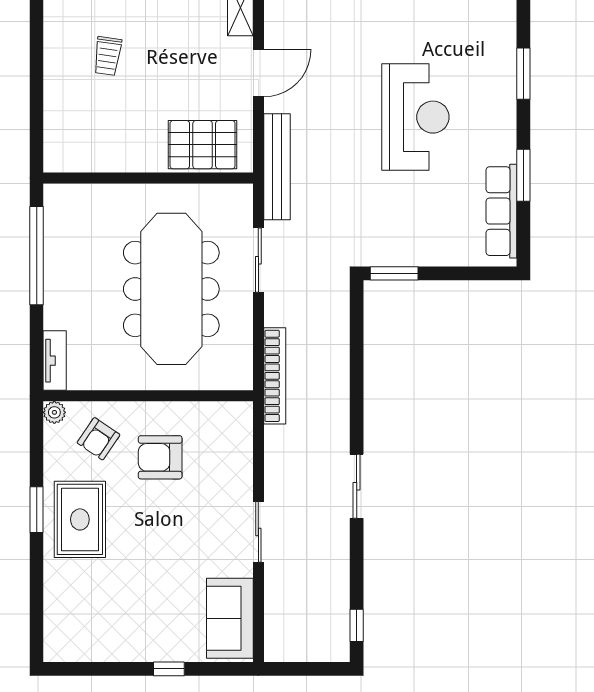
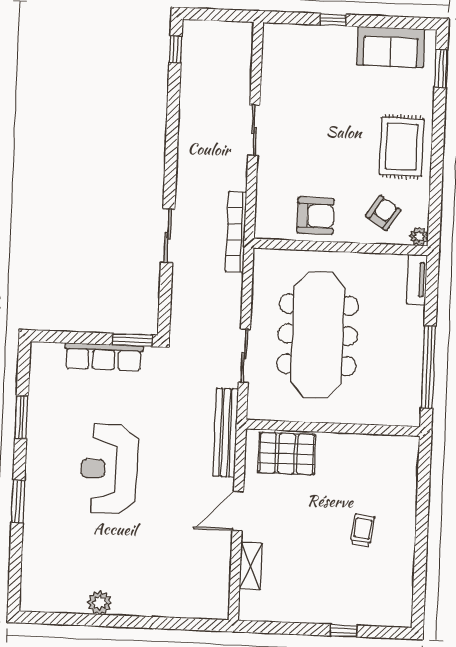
row of seats: (501, 211) -> (104, 357), moved, turned 90
bookcase: (275, 376) -> (236, 232), moved
armchair: (160, 457) -> (315, 216), moved
sliding door: (357, 486) -> (168, 236), moved
window: (37, 510) -> (441, 68), moved
sofa: (230, 618) -> (391, 47), moved, turned 90

